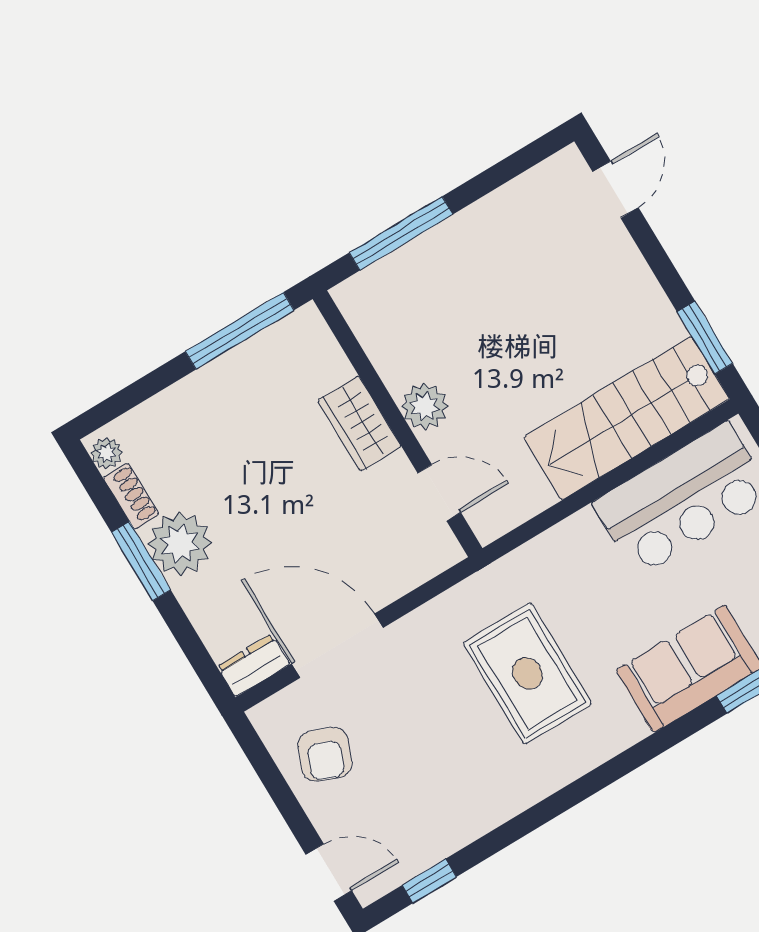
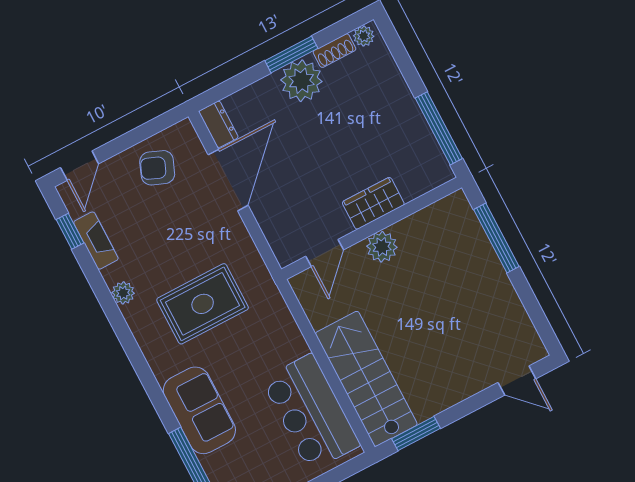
plant: (518, 795) -> (123, 293), added
fireplace: (441, 841) -> (96, 241), added

